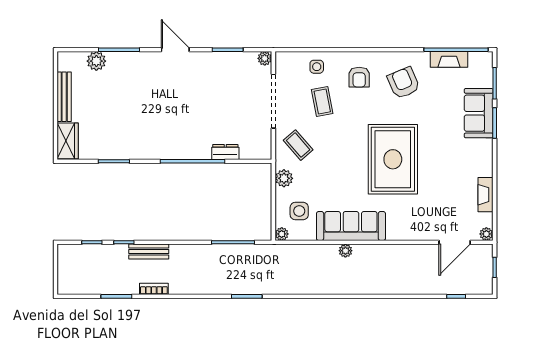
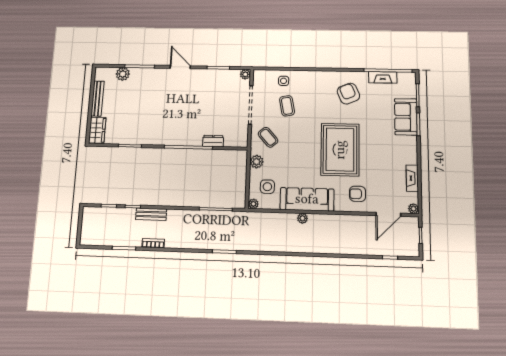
armchair: (359, 77) -> (358, 194), moved, turned 90

